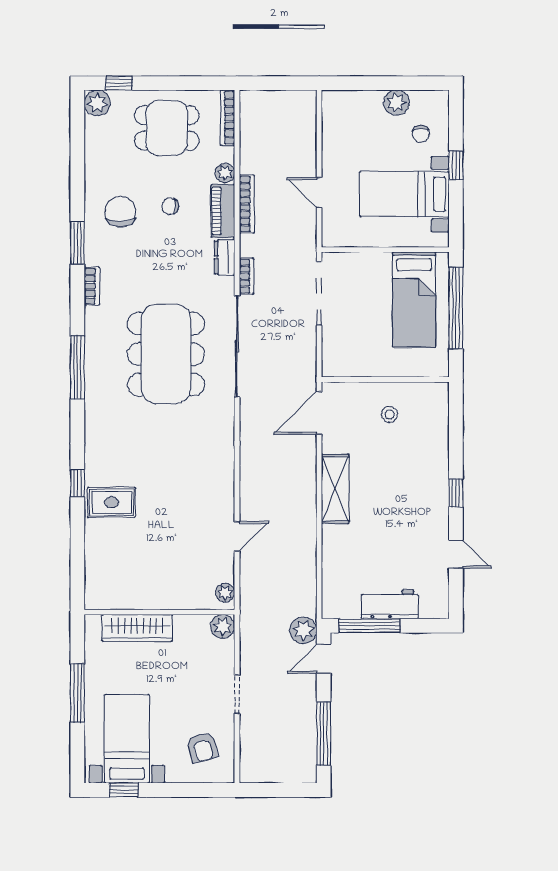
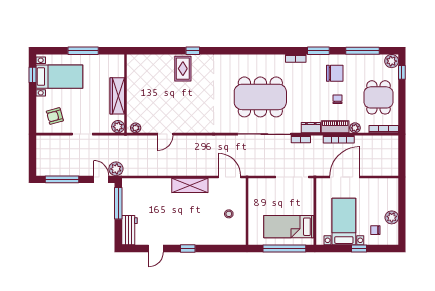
door: (319, 193) -> (345, 177), width x1.88
window: (77, 367) -> (363, 51), moved
door: (237, 536) -> (165, 134), hinge flipped
workbench: (390, 604) -> (130, 230), moved
wardrobe: (137, 628) -> (117, 96), moved

